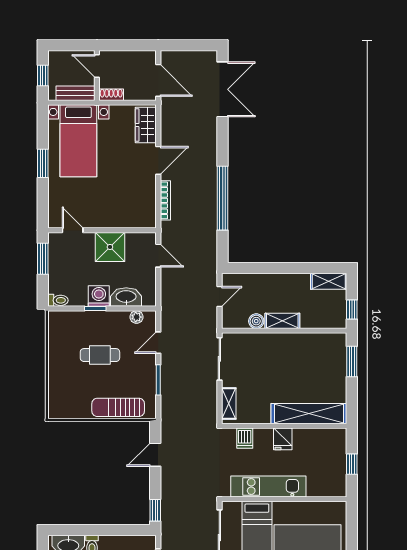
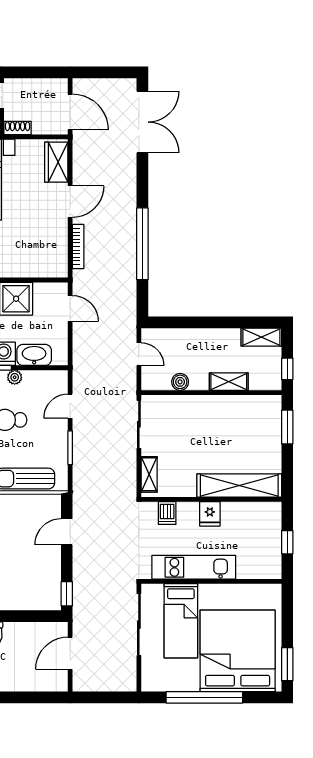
door: (219, 297) -> (139, 354), hinge flipped
plant: (136, 317) -> (15, 377), moved
shelving: (282, 321) -> (229, 382), moved

